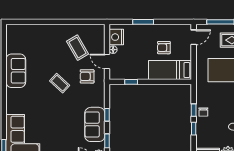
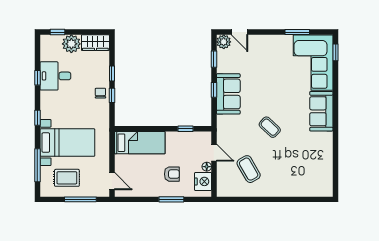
door: (194, 37) -> (112, 181), swing flipped
armchair: (164, 48) -> (172, 174), moved
sofa: (16, 71) -> (321, 111), moved
armchair: (87, 76) -> (237, 135), removed
sofa: (95, 124) -> (228, 94), moved

